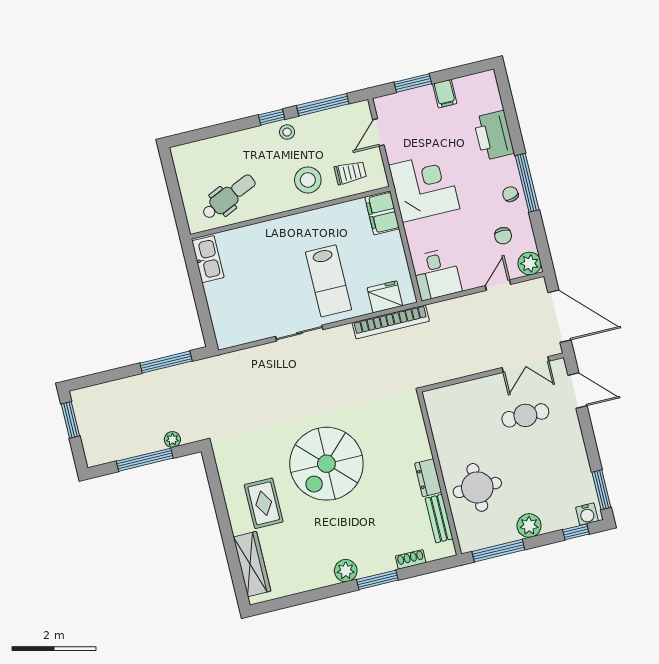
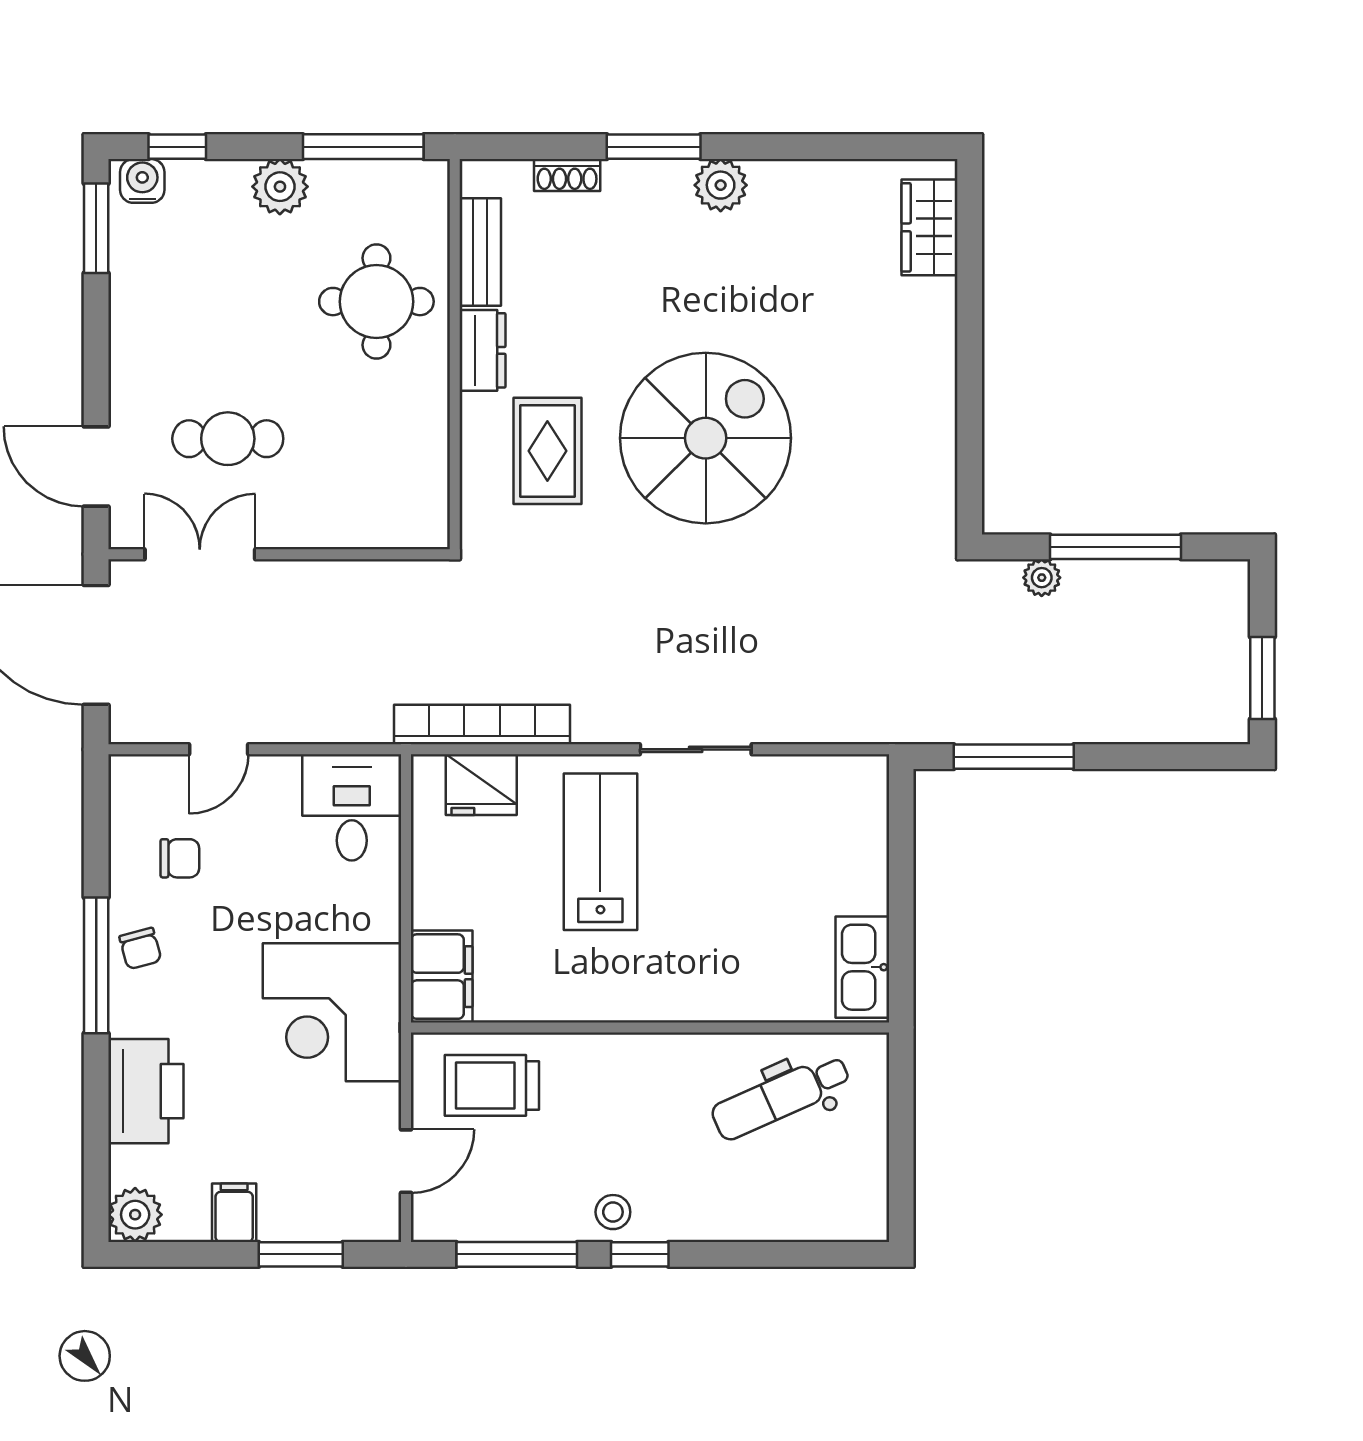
trolley: (350, 173) -> (492, 1085), width x1.36, depth x1.39
stool: (308, 180) -> (592, 1092), removed
chair: (503, 236) -> (180, 858), turned 90
plant: (529, 263) -> (135, 1215), moved
rug: (264, 503) -> (547, 451), moved
wardrobe: (252, 564) -> (930, 227), width x0.67

